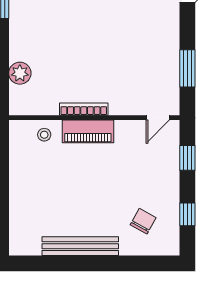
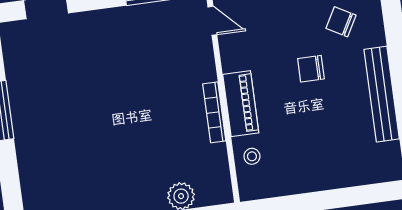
chair: (108, 192) -> (311, 69), added

